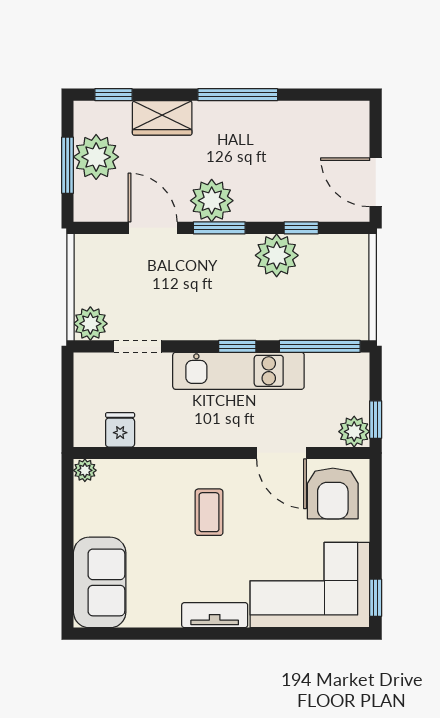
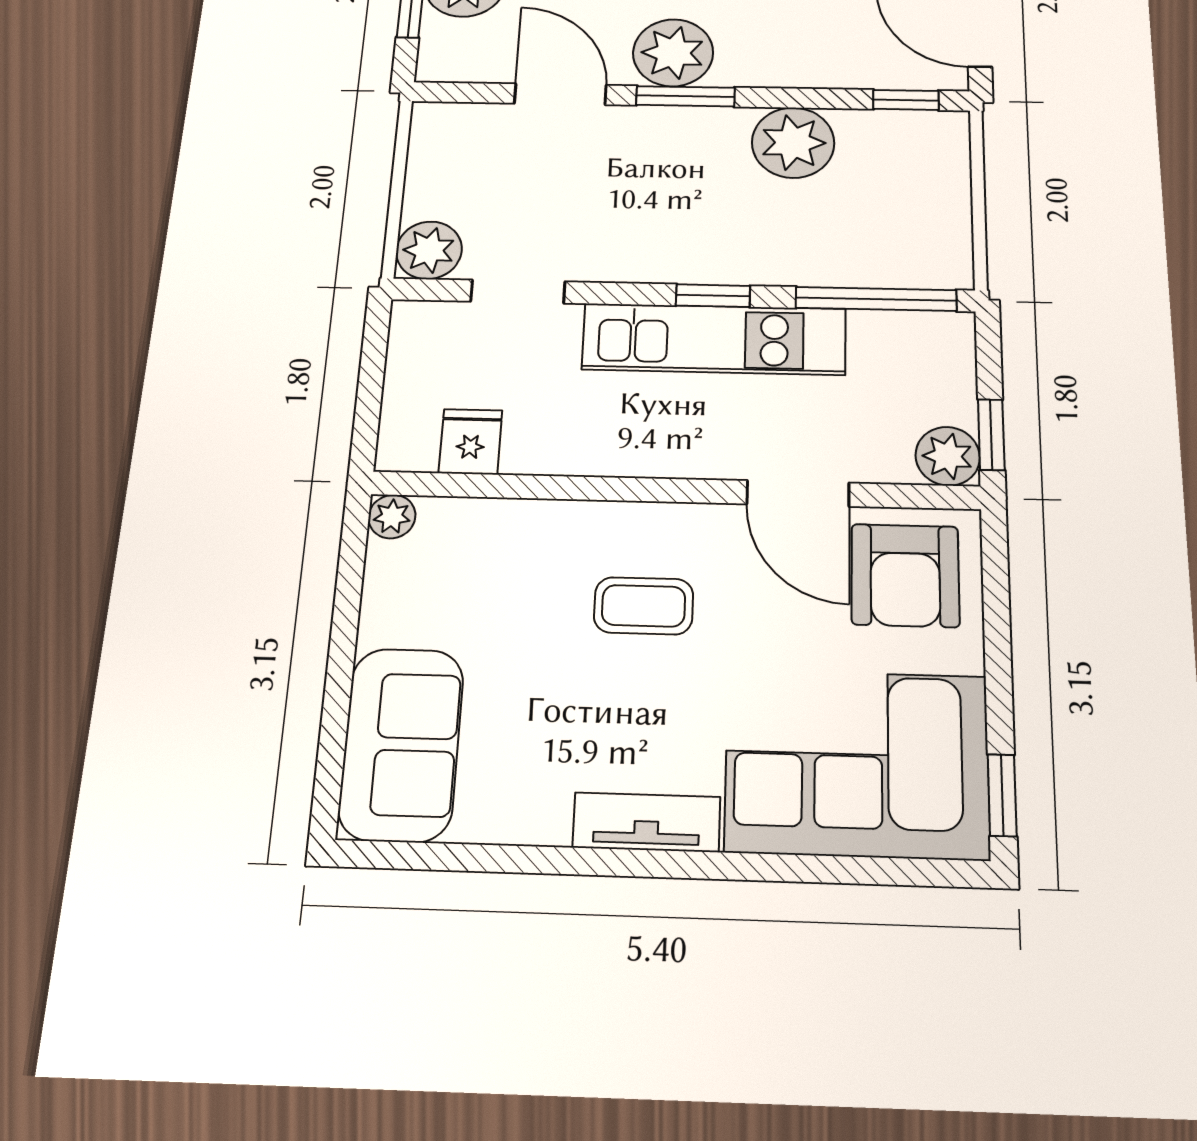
window: (301, 228) -> (906, 100), moved
coffee table: (209, 512) -> (644, 606), turned 90

